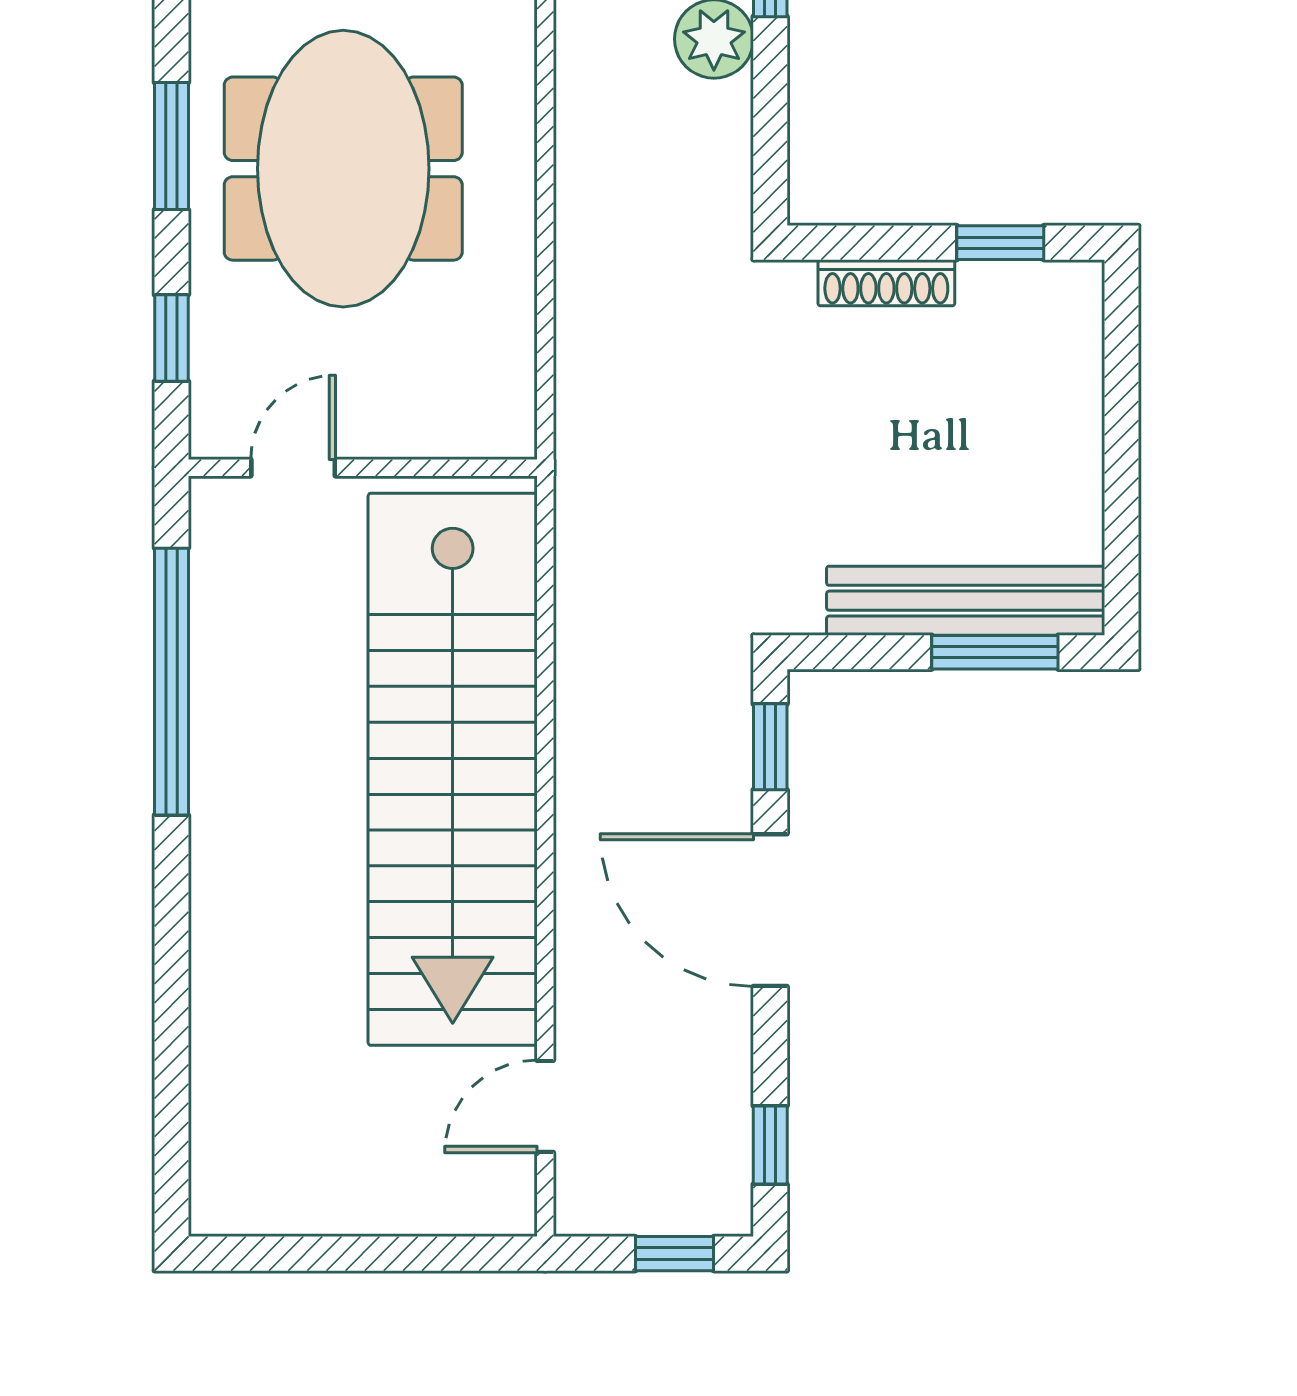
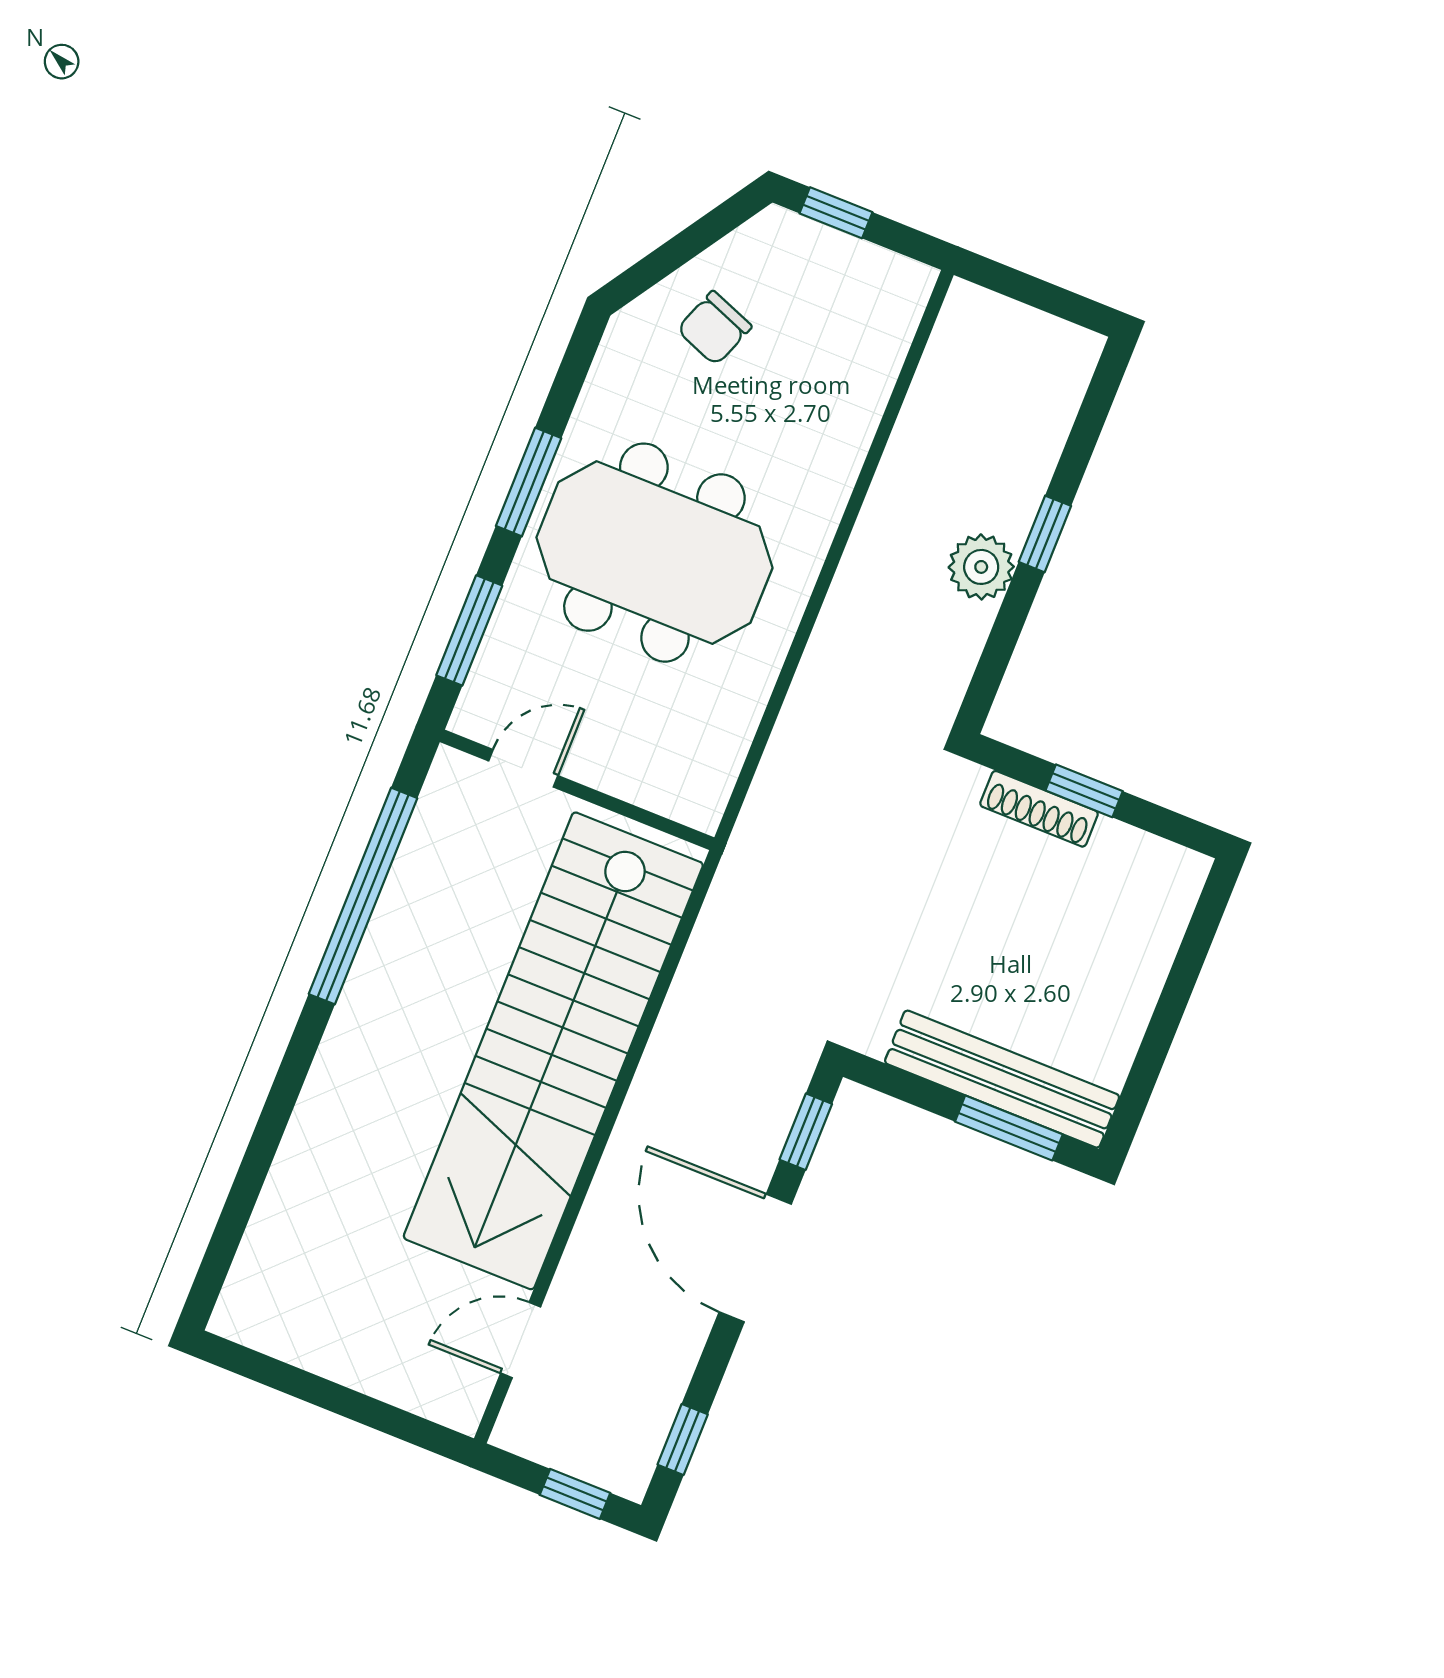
meeting table: (343, 169) -> (654, 553), turned 90
window: (1000, 243) -> (1084, 791), moved
window: (171, 338) -> (469, 630), width x1.50

